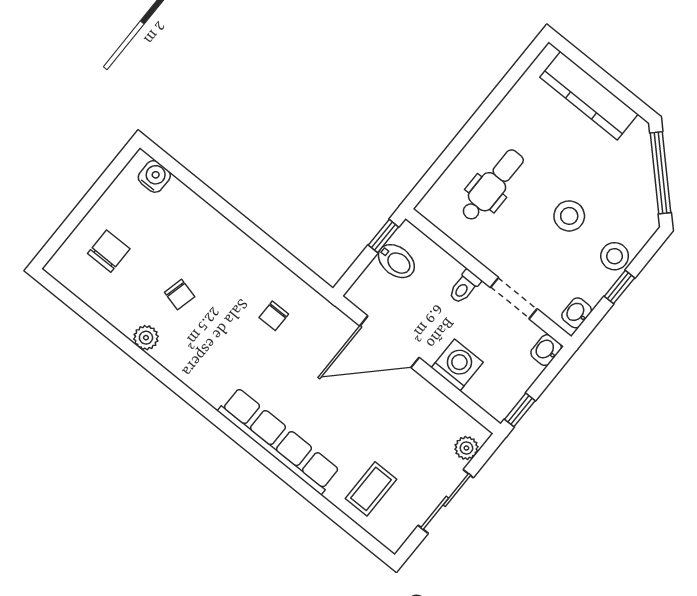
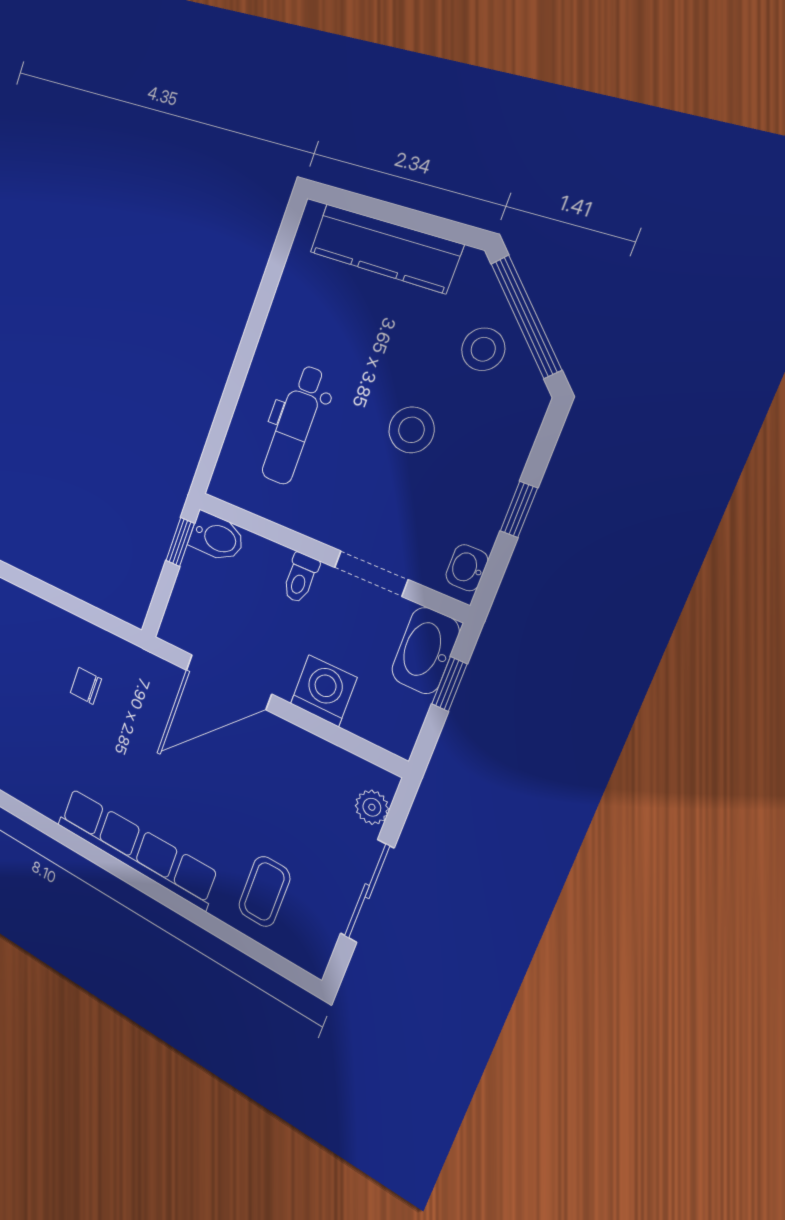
dental chair: (492, 185) -> (294, 425), turned 180
stool: (615, 256) -> (483, 349), moved
bidet: (396, 261) -> (217, 537), moved
chair: (274, 316) -> (86, 686), turned 90
washbasin: (546, 350) -> (425, 651), width x1.91, depth x1.45
window: (520, 410) -> (449, 684), moved

